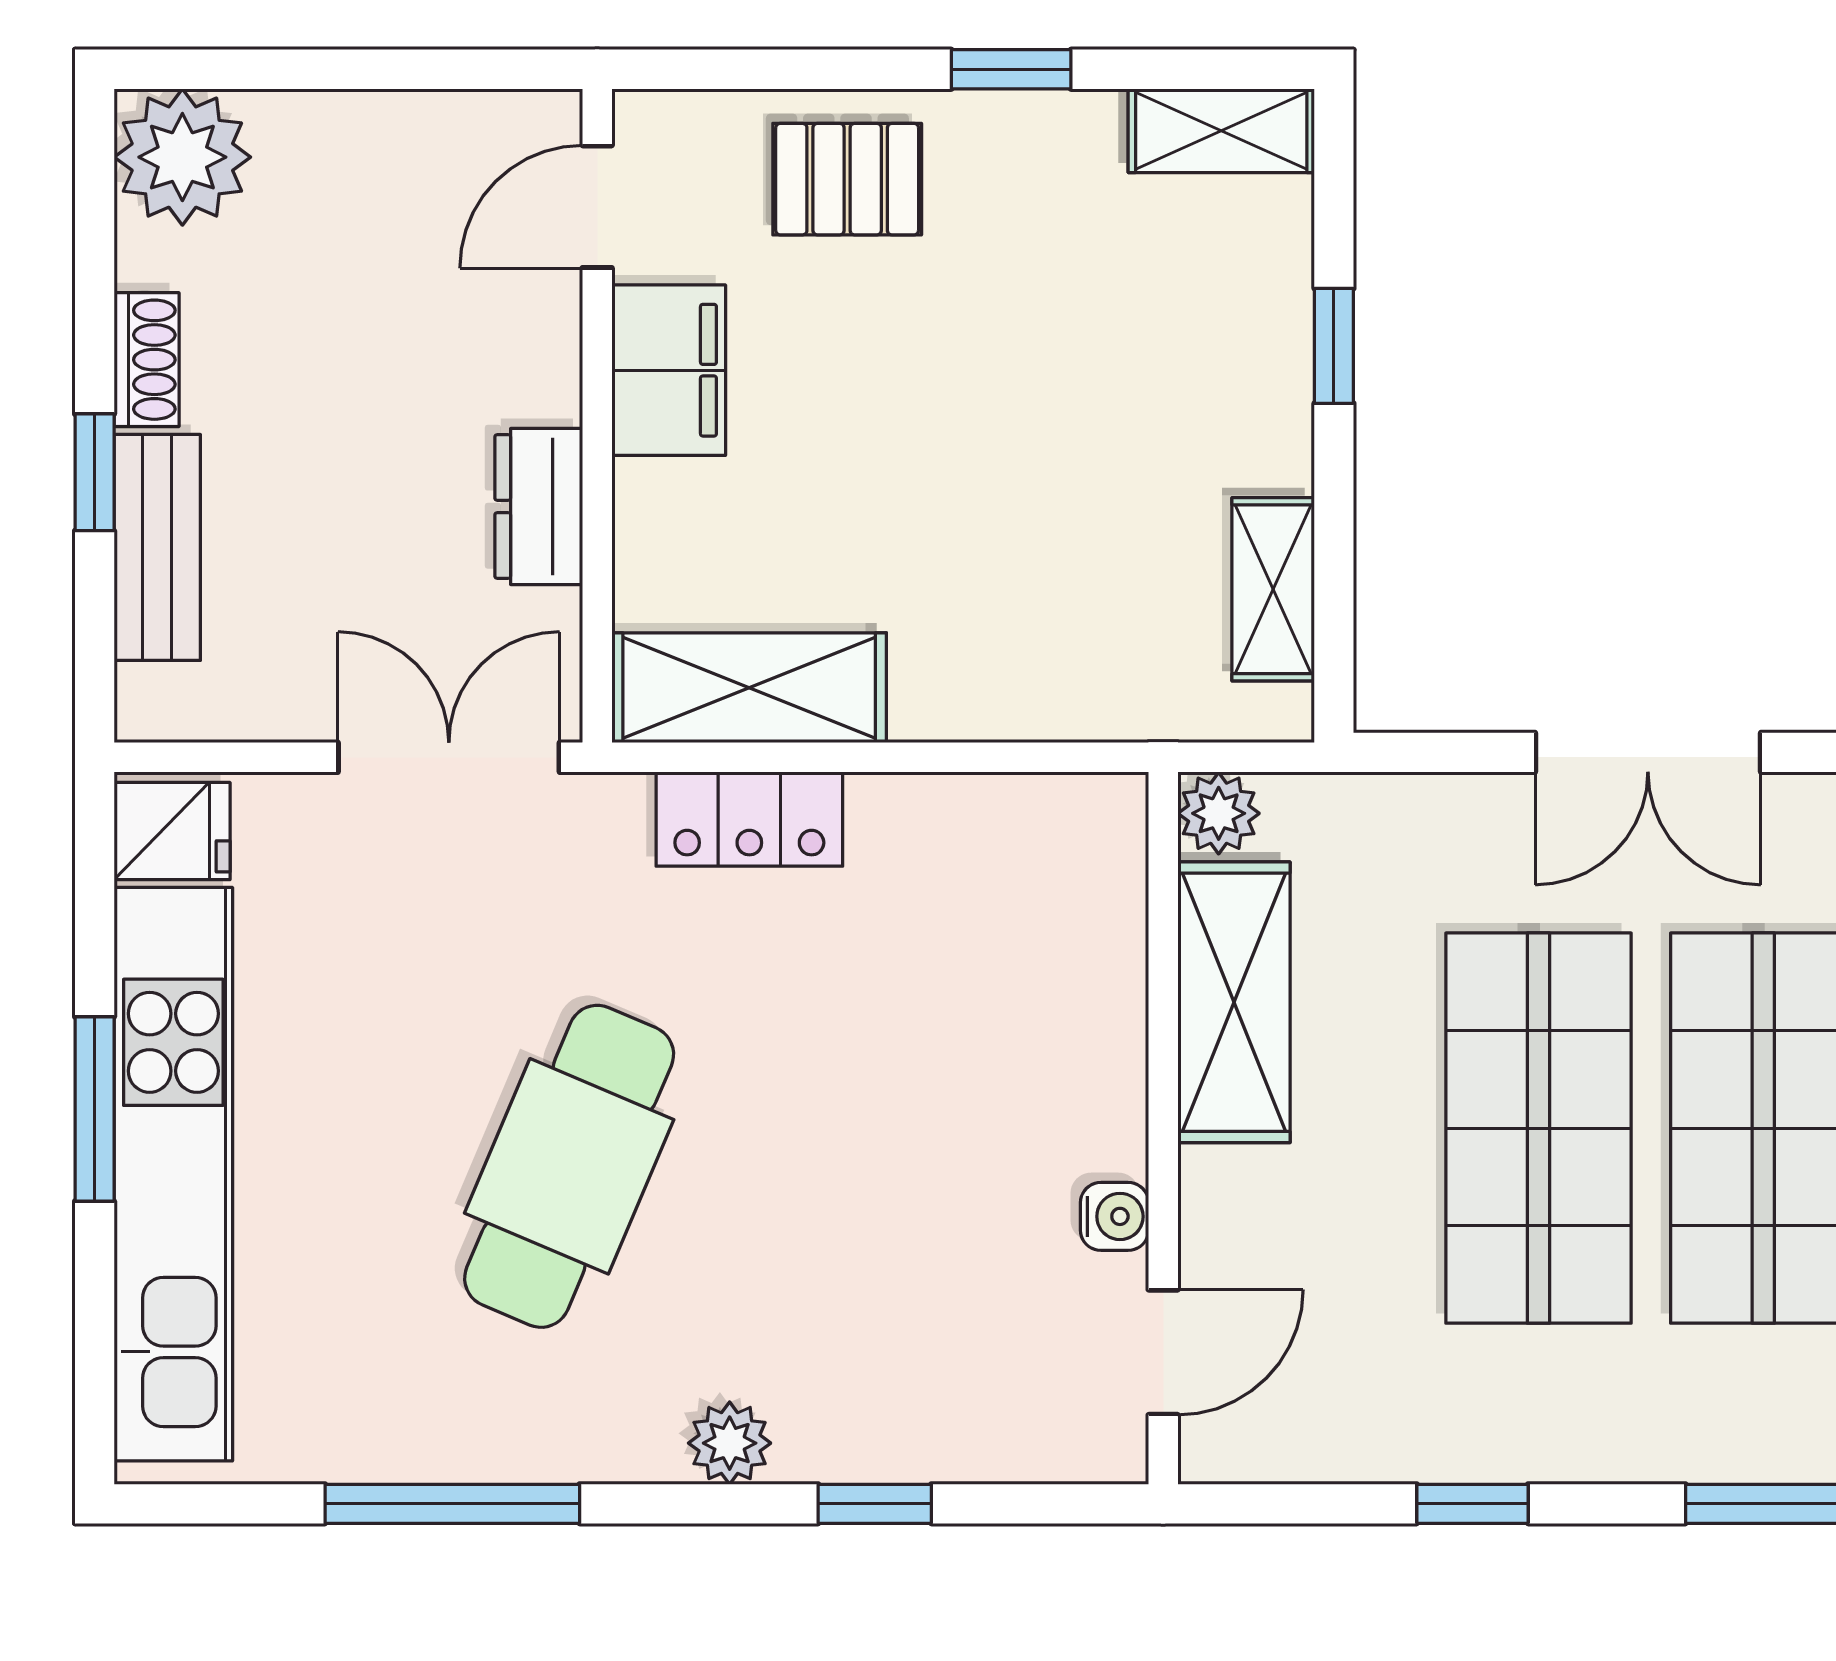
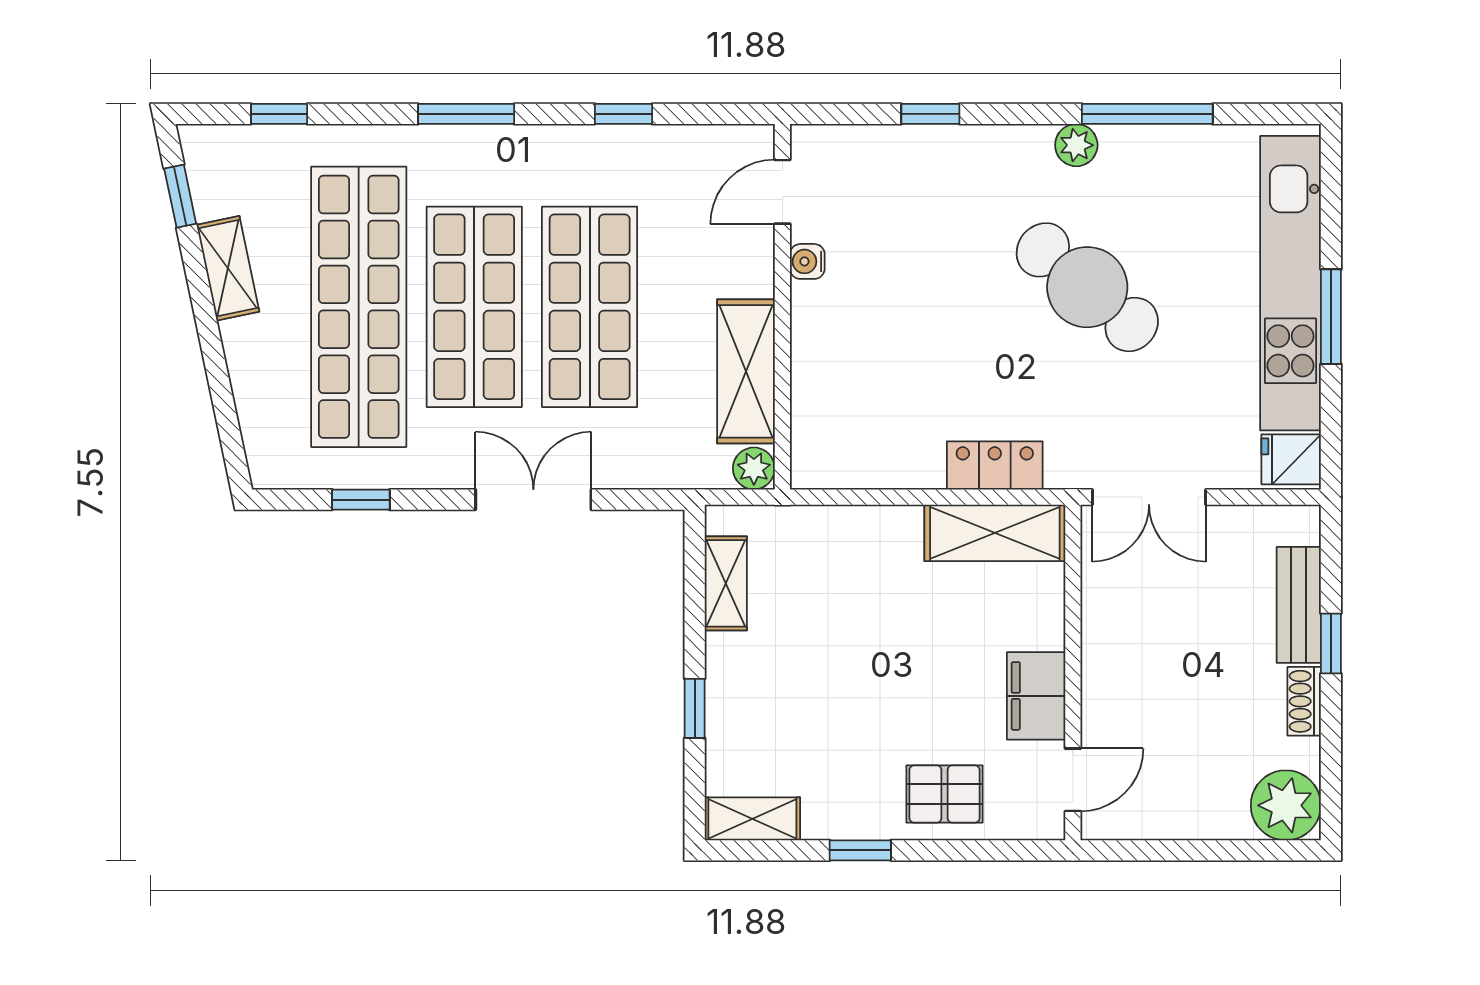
dresser: (539, 506) -> (1103, 626), removed
cafe table: (569, 1166) -> (1087, 287), turned -73
plant: (730, 1443) -> (1076, 145), moved

